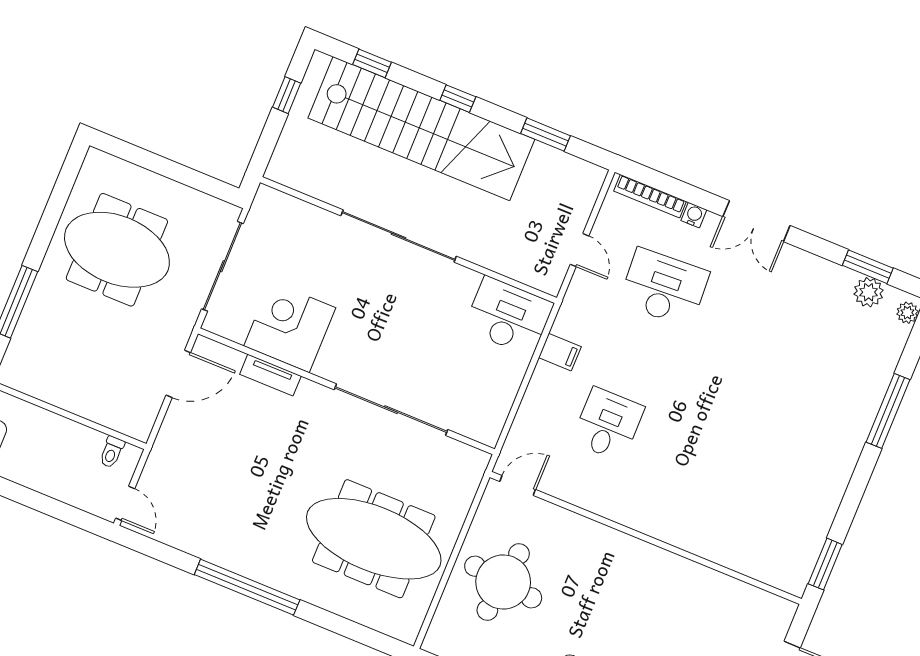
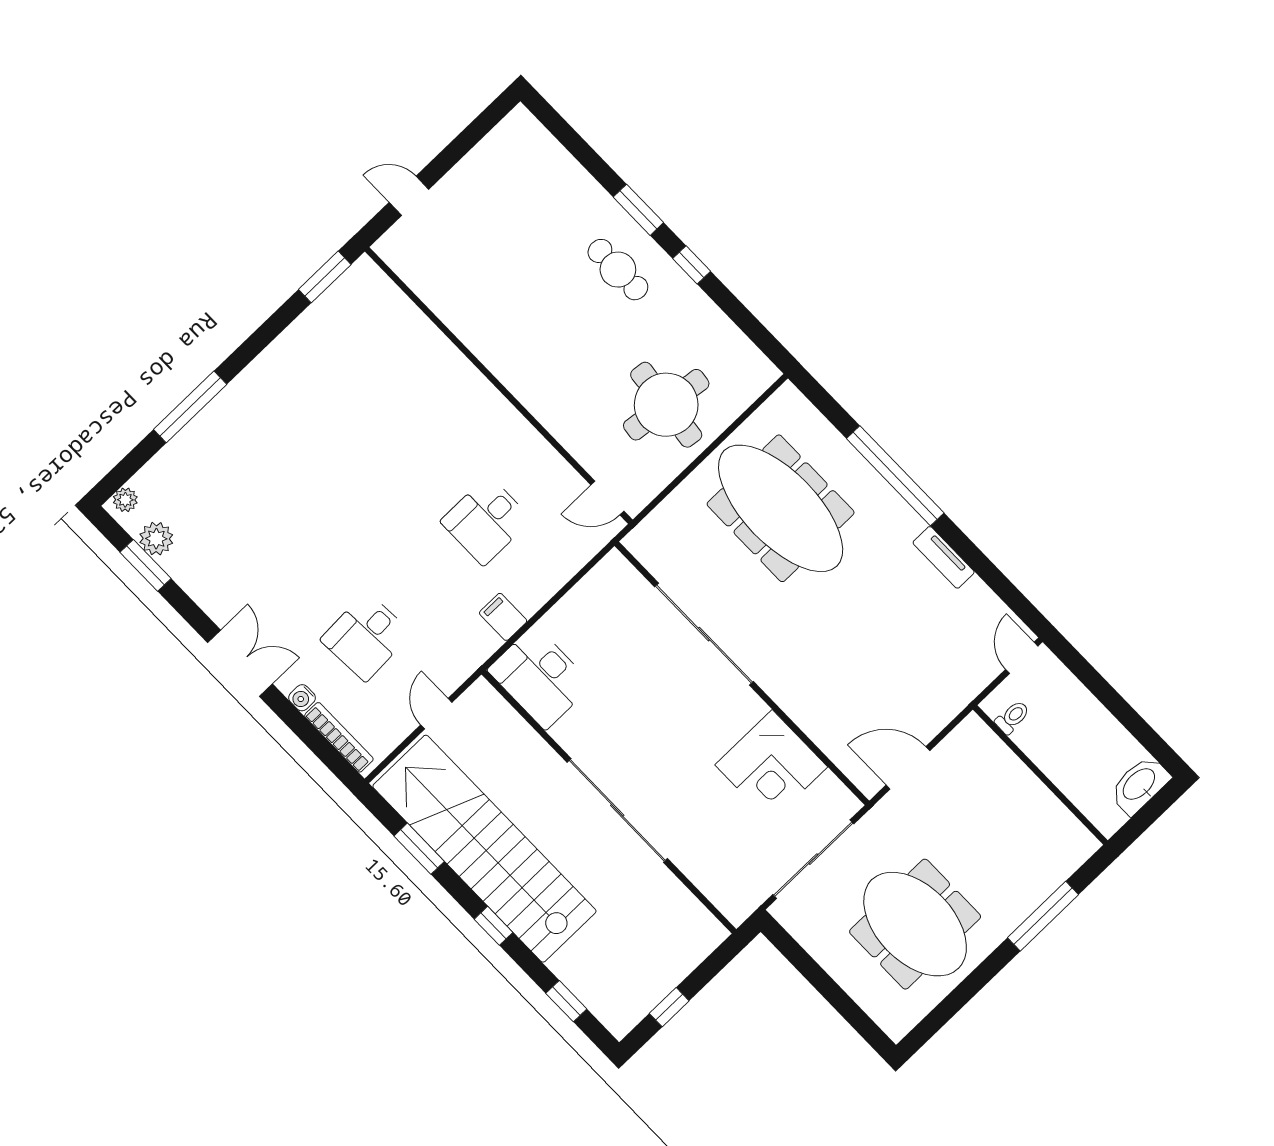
stairs: (421, 129) -> (484, 849), moved
desk: (664, 287) -> (366, 636), width x0.73
tv unit: (270, 375) -> (944, 557), moved, turned 180
window: (247, 587) -> (895, 476), moved

